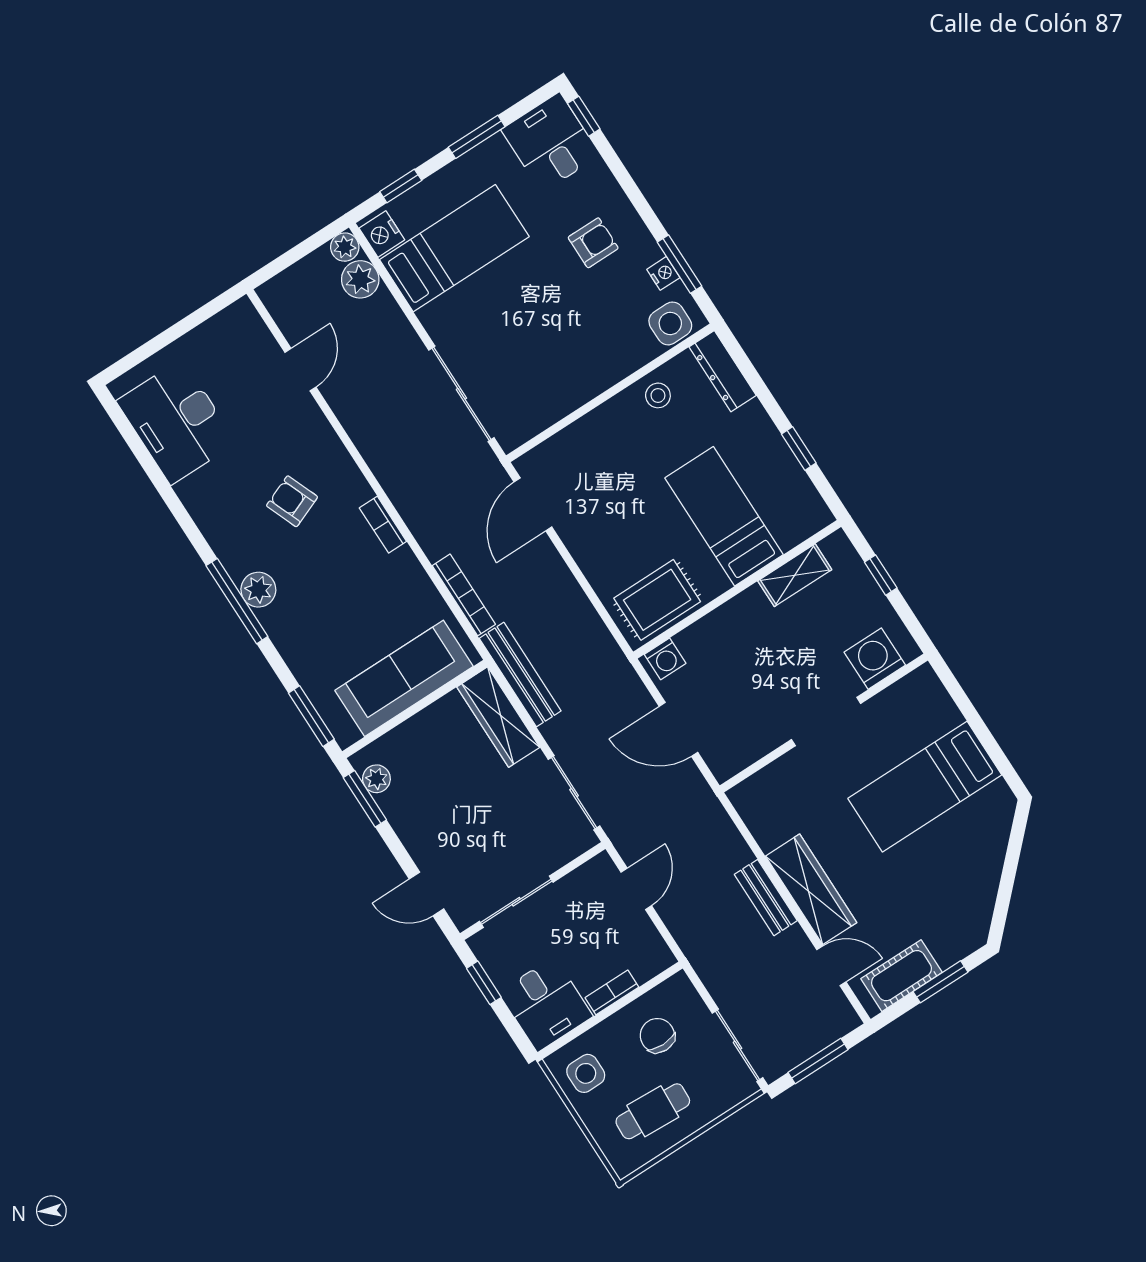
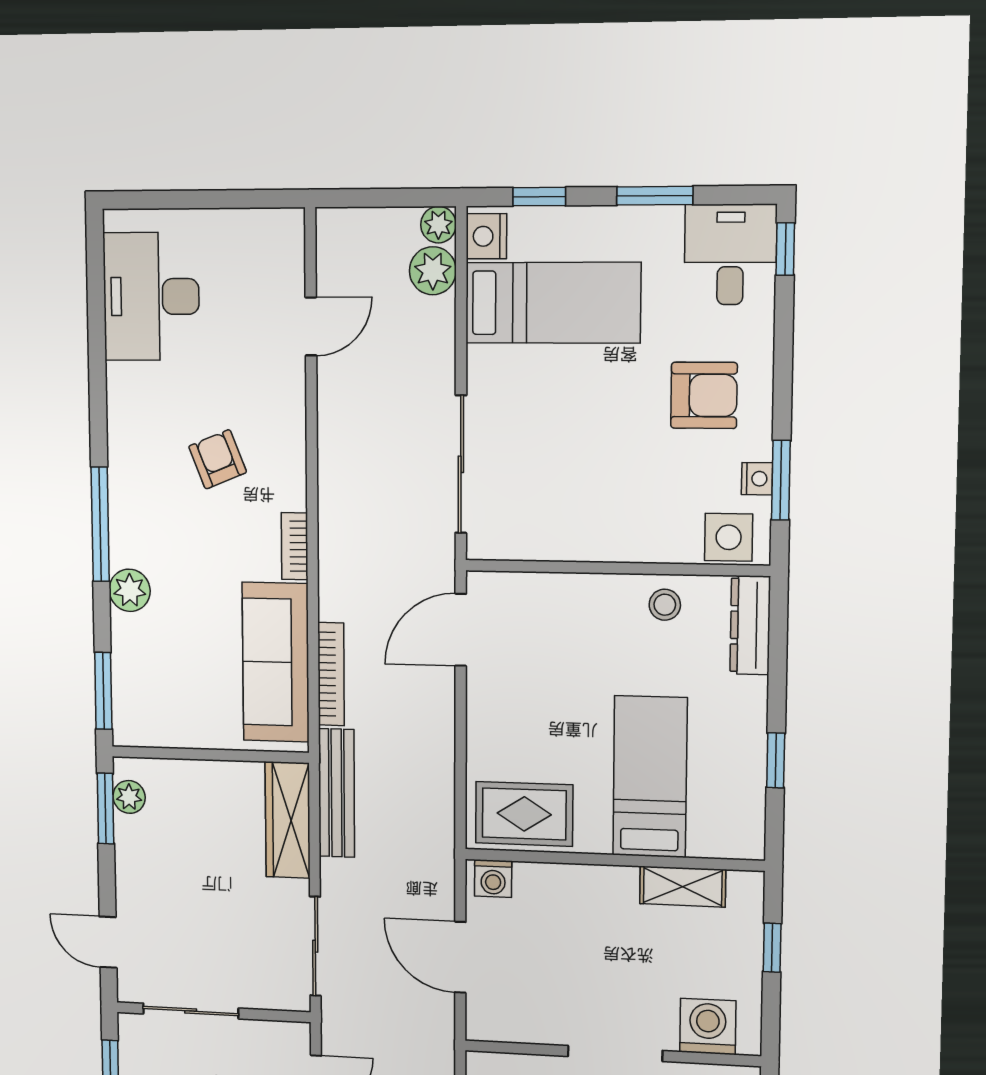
armchair: (593, 243) -> (704, 395), width x1.38, depth x1.38
plant: (258, 590) -> (130, 590), moved
sofa: (404, 678) -> (276, 662), moved, turned -90

